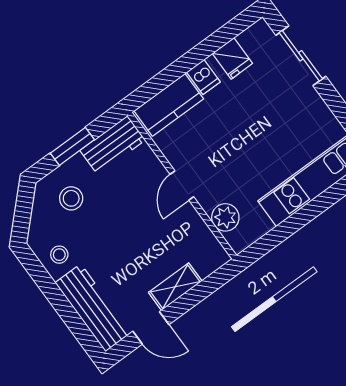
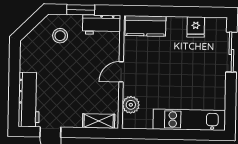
dishwasher: (203, 77) -> (174, 25), removed
stool: (59, 255) -> (32, 60), removed
shelving: (175, 287) -> (99, 121), moved

